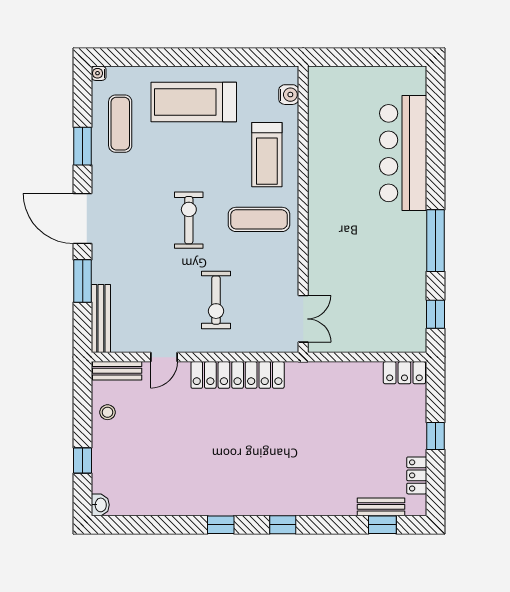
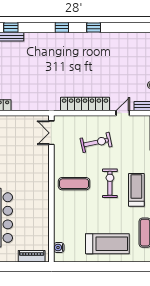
piano: (342, 78) -> (32, 256), added
treadmill: (267, 155) -> (136, 190), moved
exercise bike: (189, 220) -> (110, 183), turned 180
exercise bike: (216, 300) -> (96, 142), turned 78

